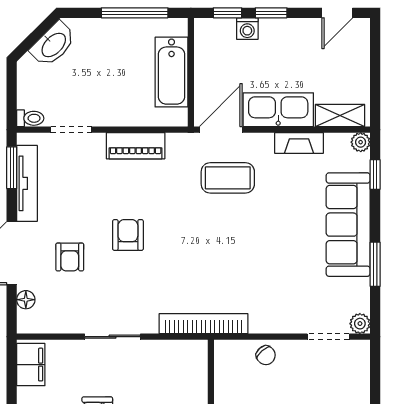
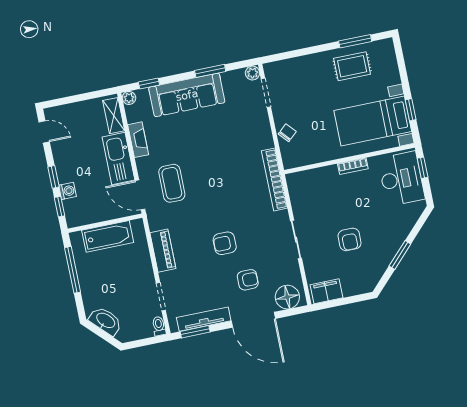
floor lamp: (26, 300) -> (287, 297), width x1.89, depth x1.89

